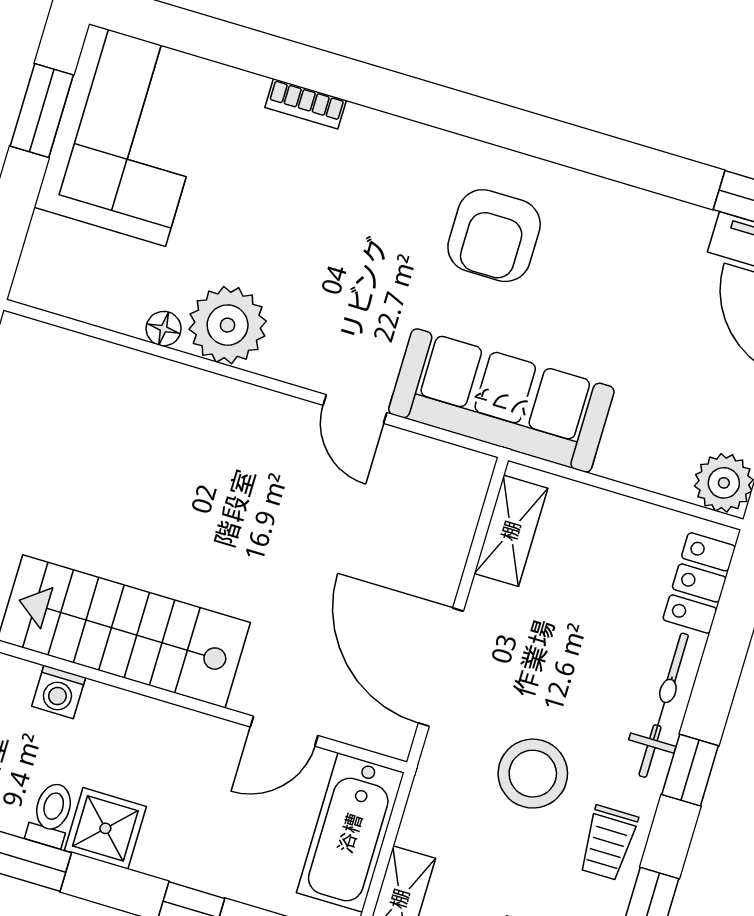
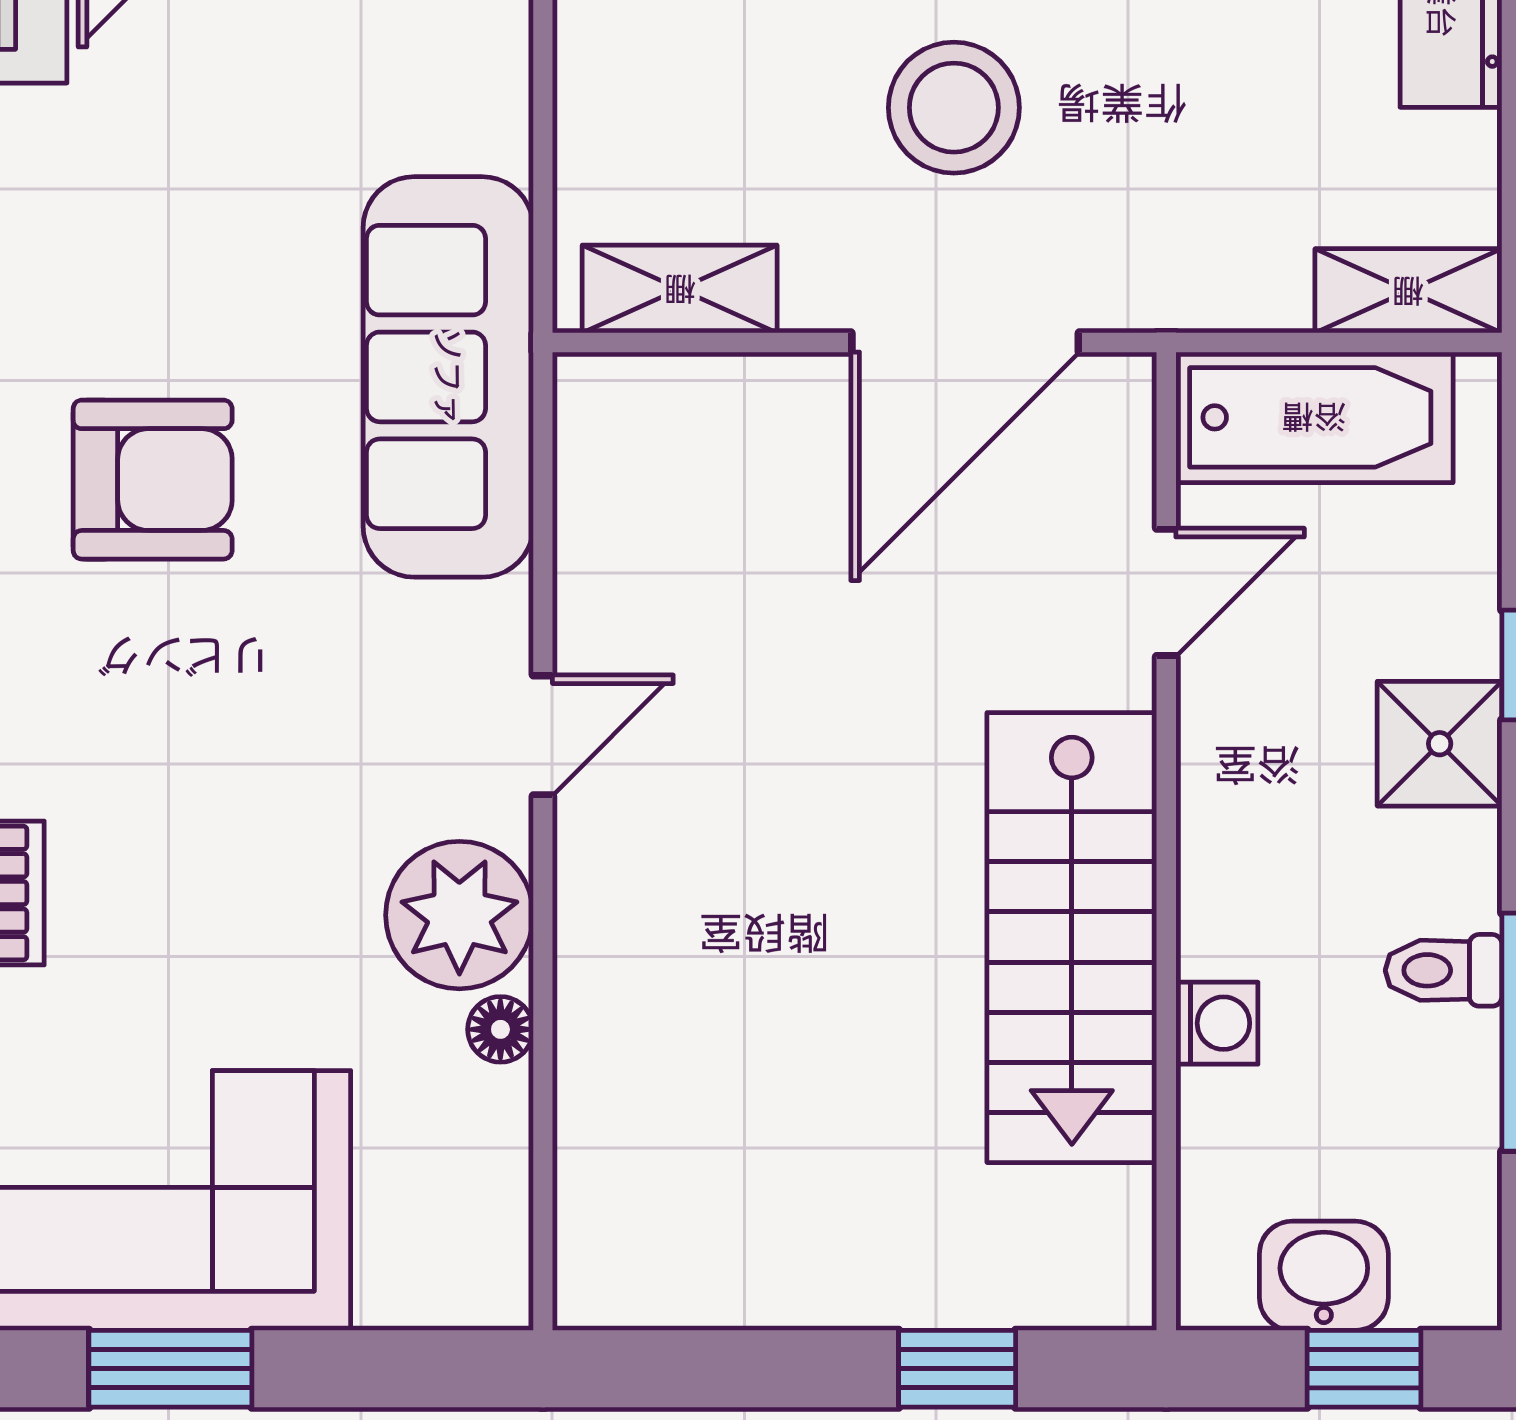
door: (355, 409) -> (543, 735), moved
door: (284, 731) -> (1166, 592), hinge flipped
stool: (533, 774) -> (954, 108), moved
shower: (105, 828) -> (1440, 744), moved

